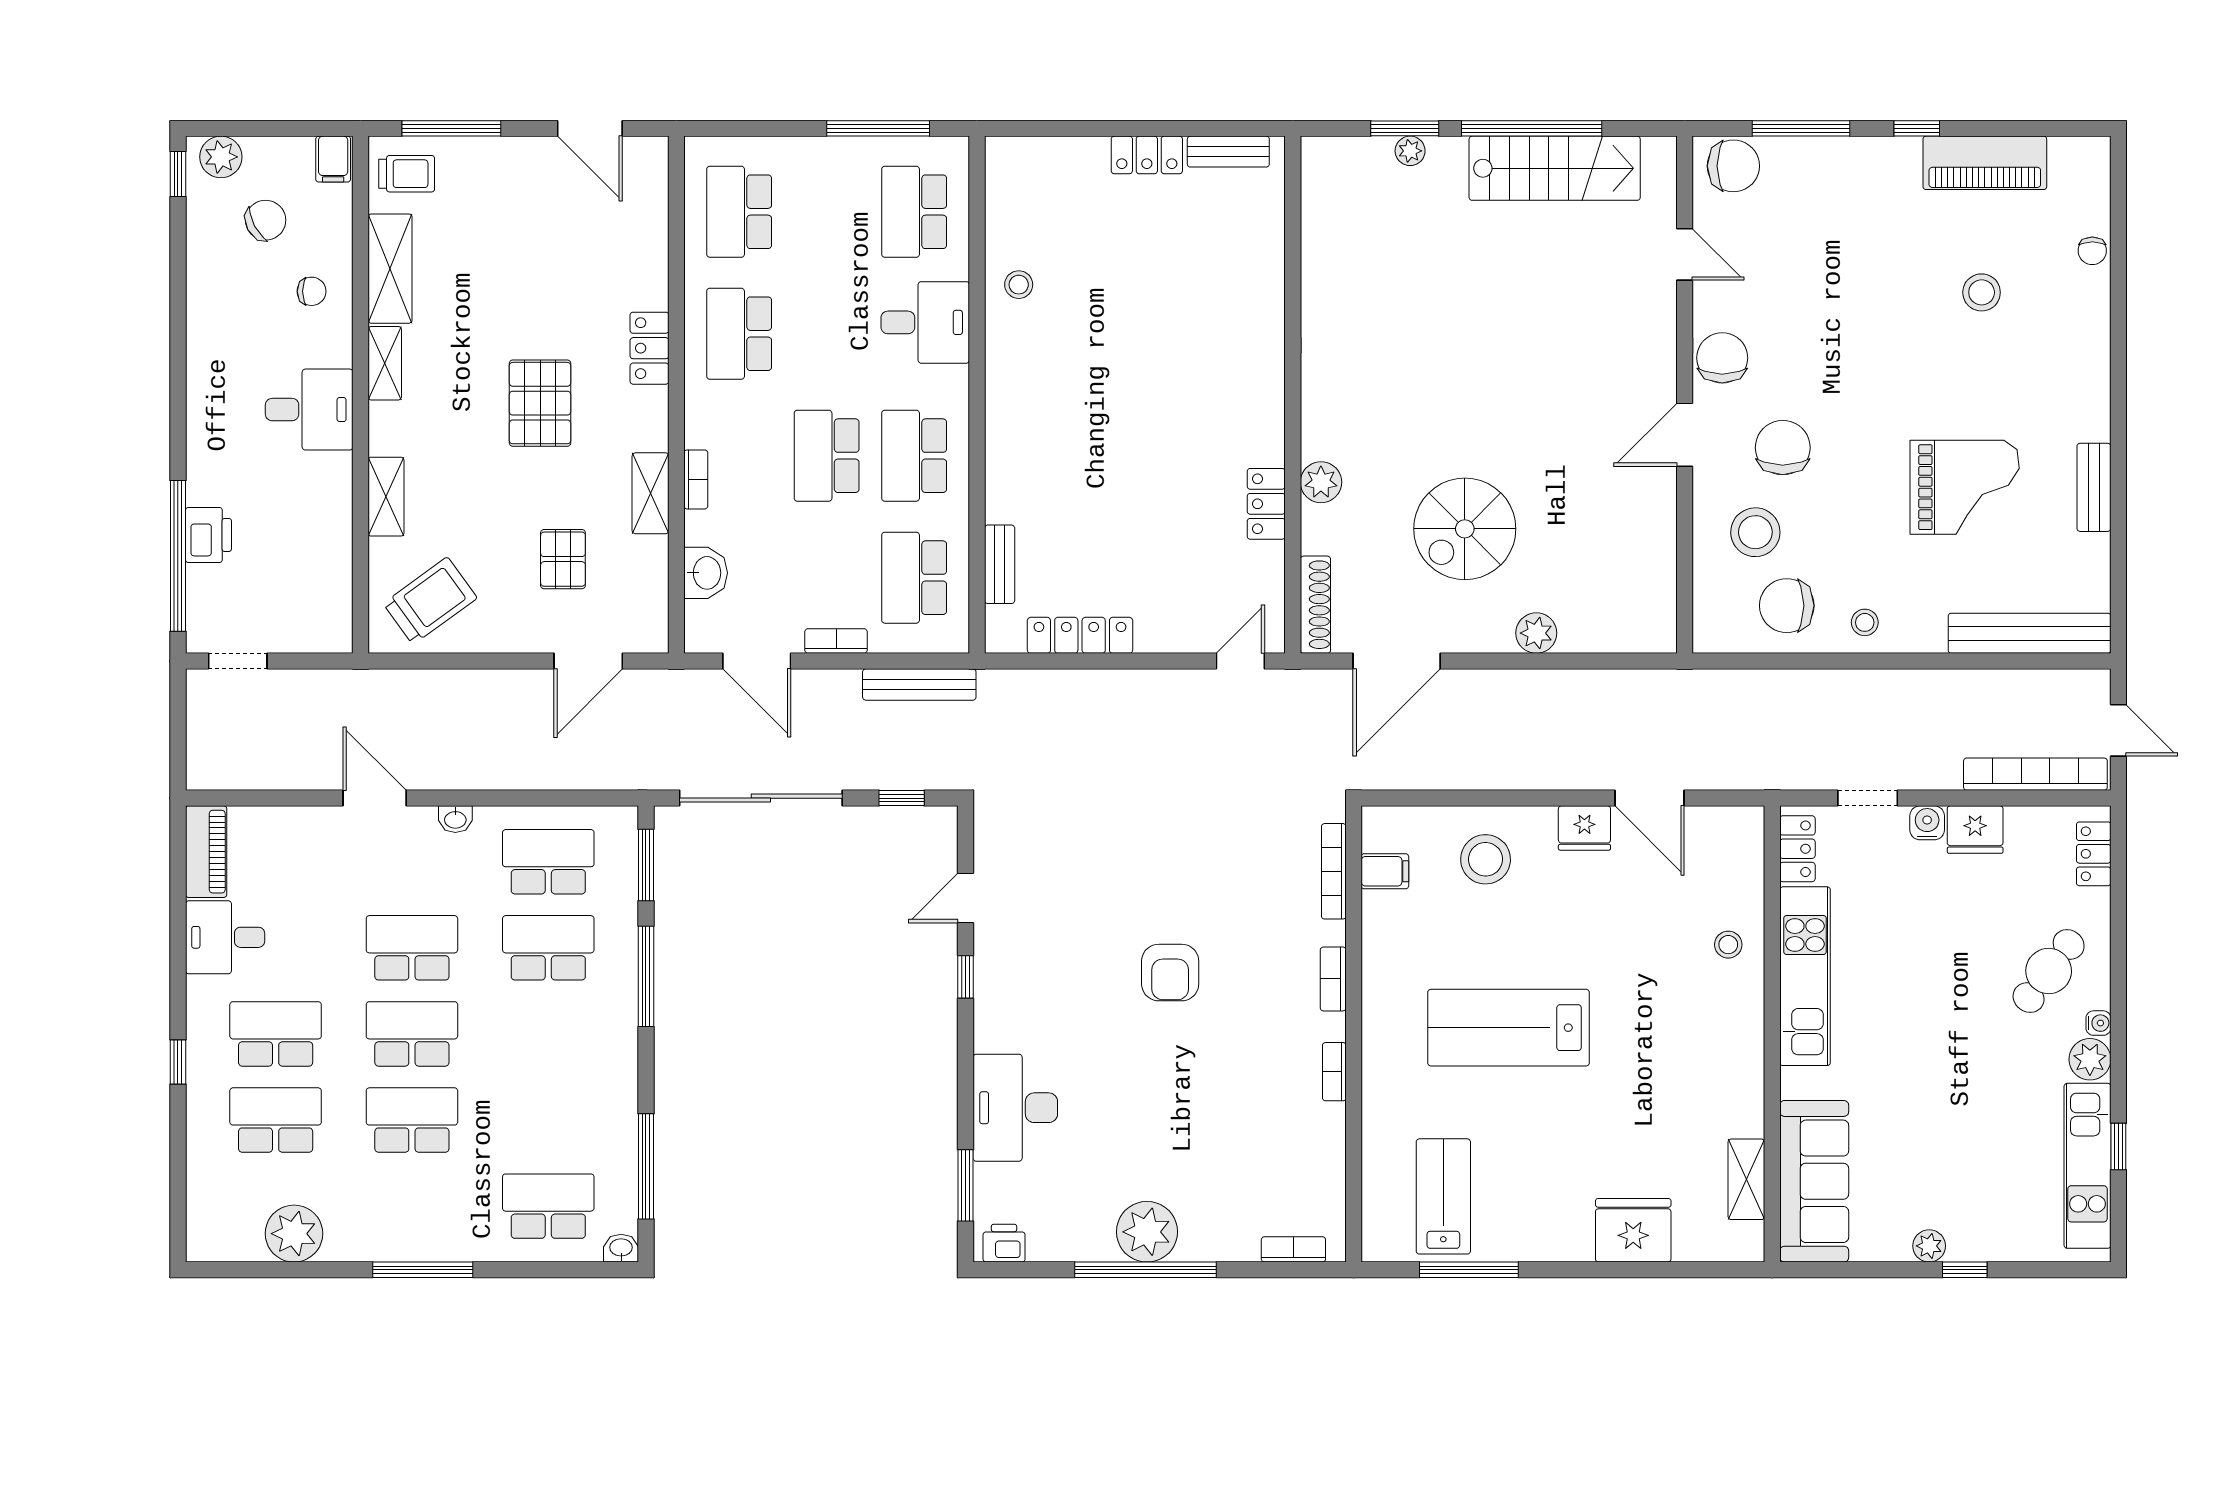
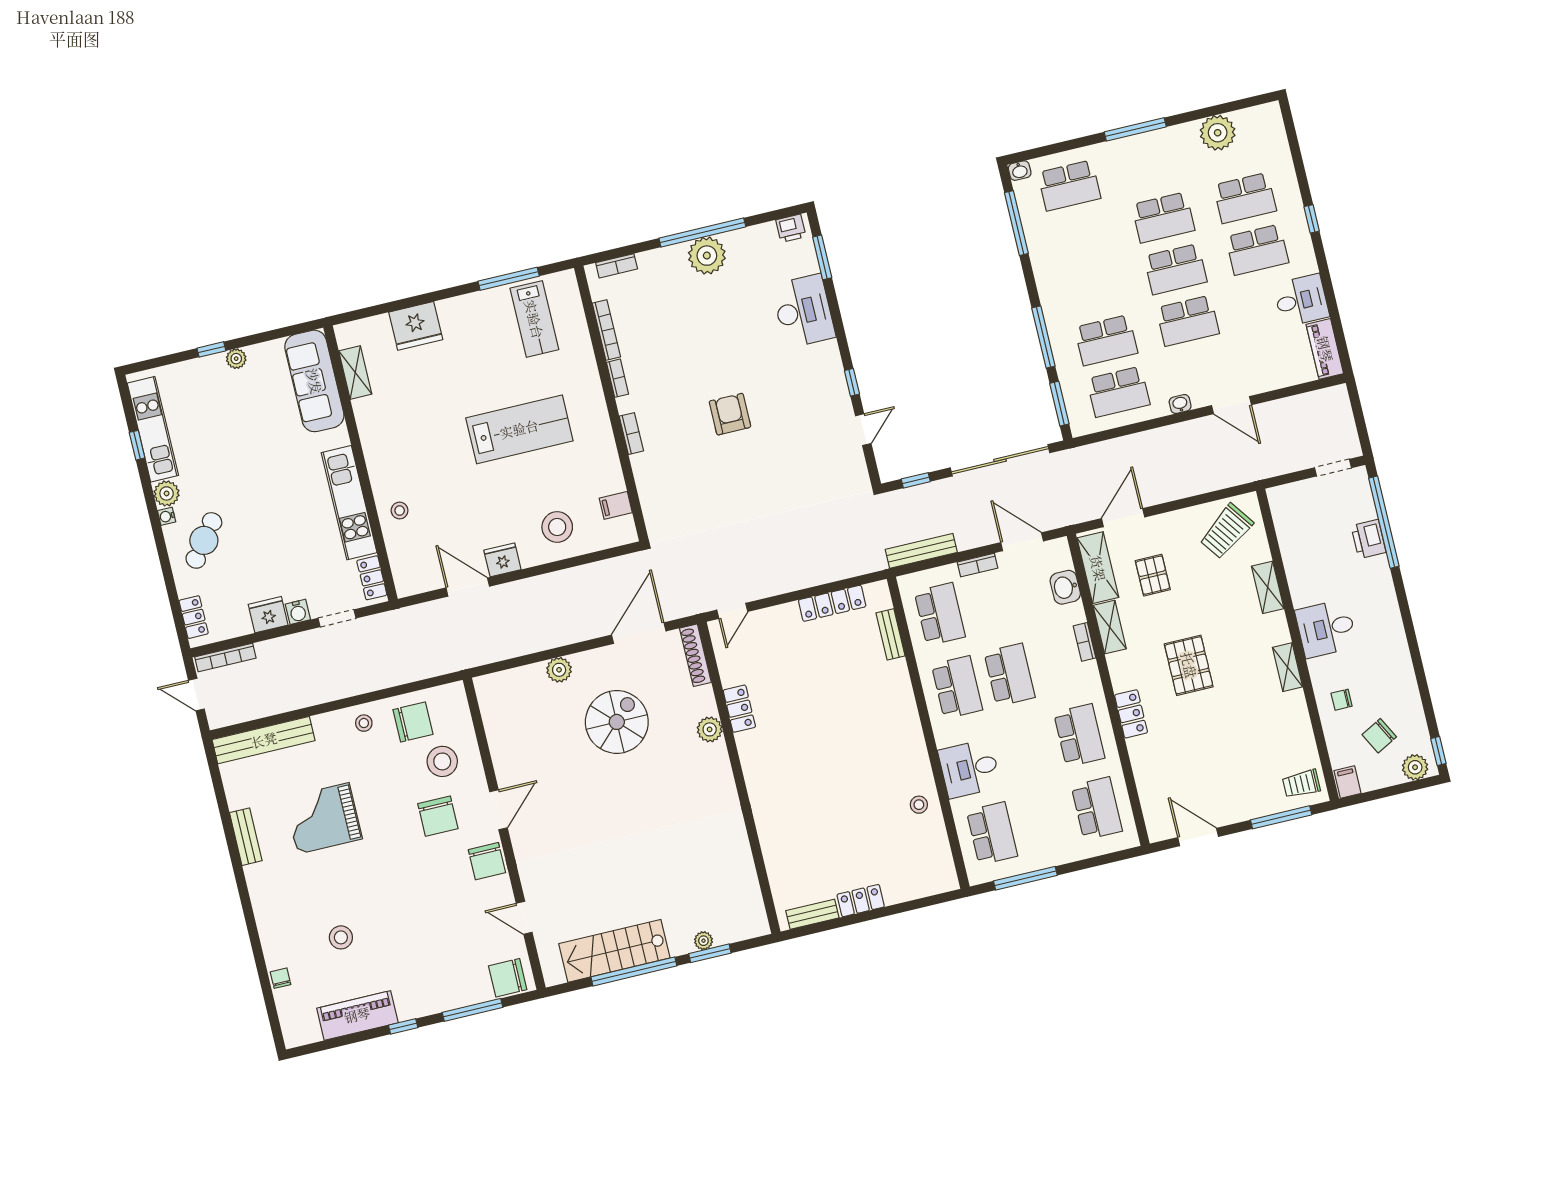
shelving: (390, 269) -> (1098, 568), moved
bookcase: (2035, 774) -> (225, 657), width x0.68, depth x0.76
bookcase: (1334, 871) -> (606, 330), moved

